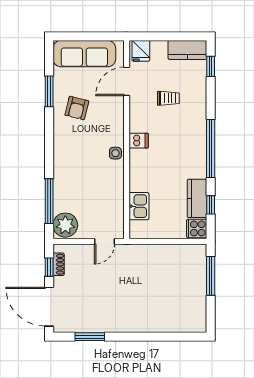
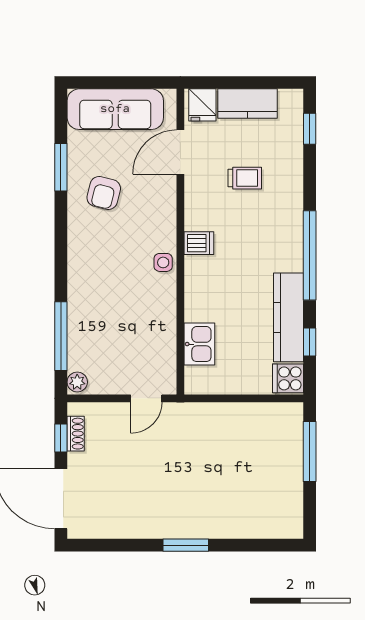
kitchen counter: (187, 50) -> (248, 104), moved
kitchen counter: (197, 198) -> (289, 317), width x1.50
plant: (65, 225) -> (77, 382), width x0.53, depth x0.53
window: (90, 337) -> (186, 545), moved

